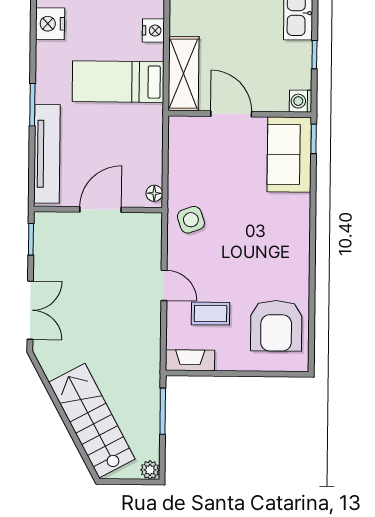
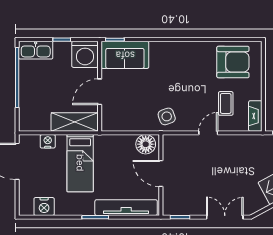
washing machine: (300, 101) -> (85, 54), width x1.89, depth x1.89
floor lamp: (154, 193) -> (146, 144), width x1.89, depth x1.89

